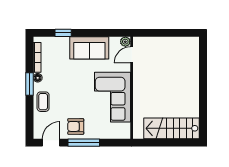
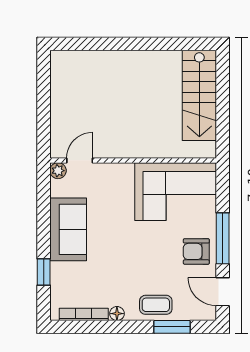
door: (132, 55) -> (80, 160), swing flipped
window: (29, 84) -> (172, 327), moved
corner sofa: (112, 97) -> (176, 192), moved
armchair: (76, 126) -> (196, 251), turned 90

